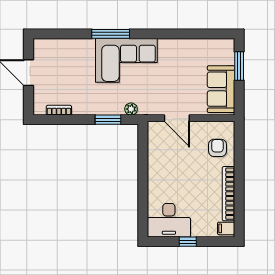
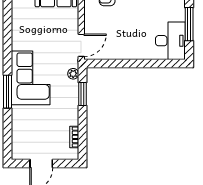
door: (177, 118) -> (81, 45), moved
window: (188, 242) -> (189, 24), width x2.17

